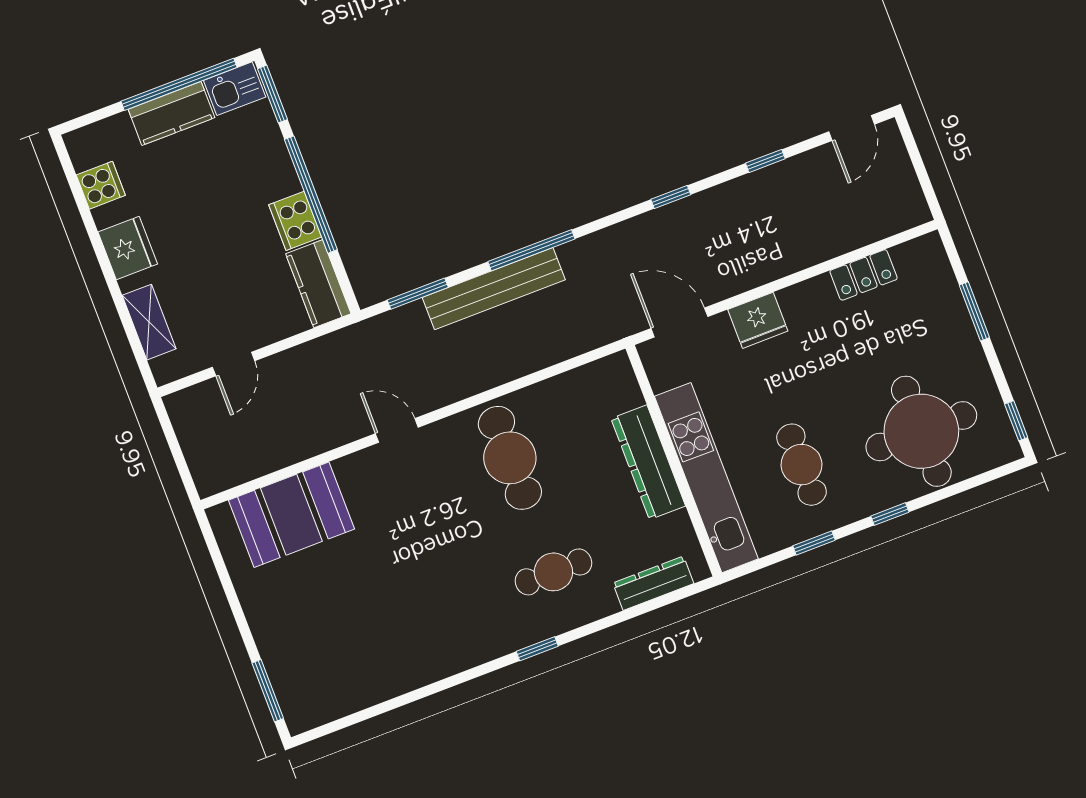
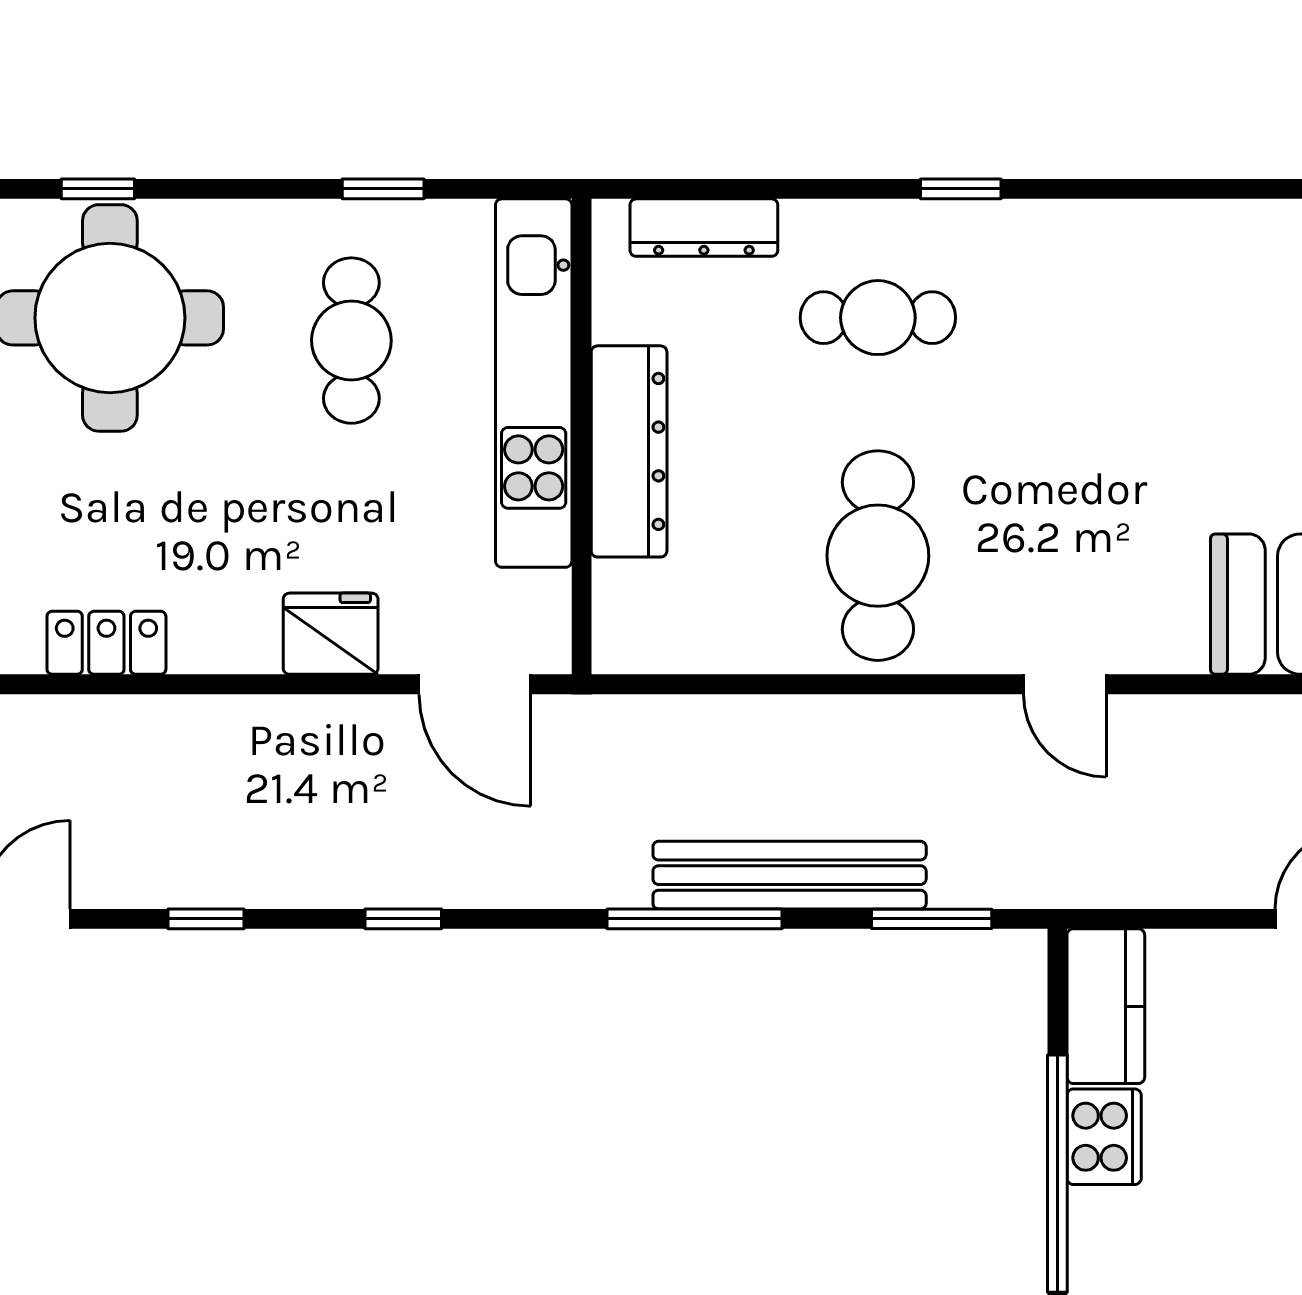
window: (890, 514) -> (98, 189), moved

